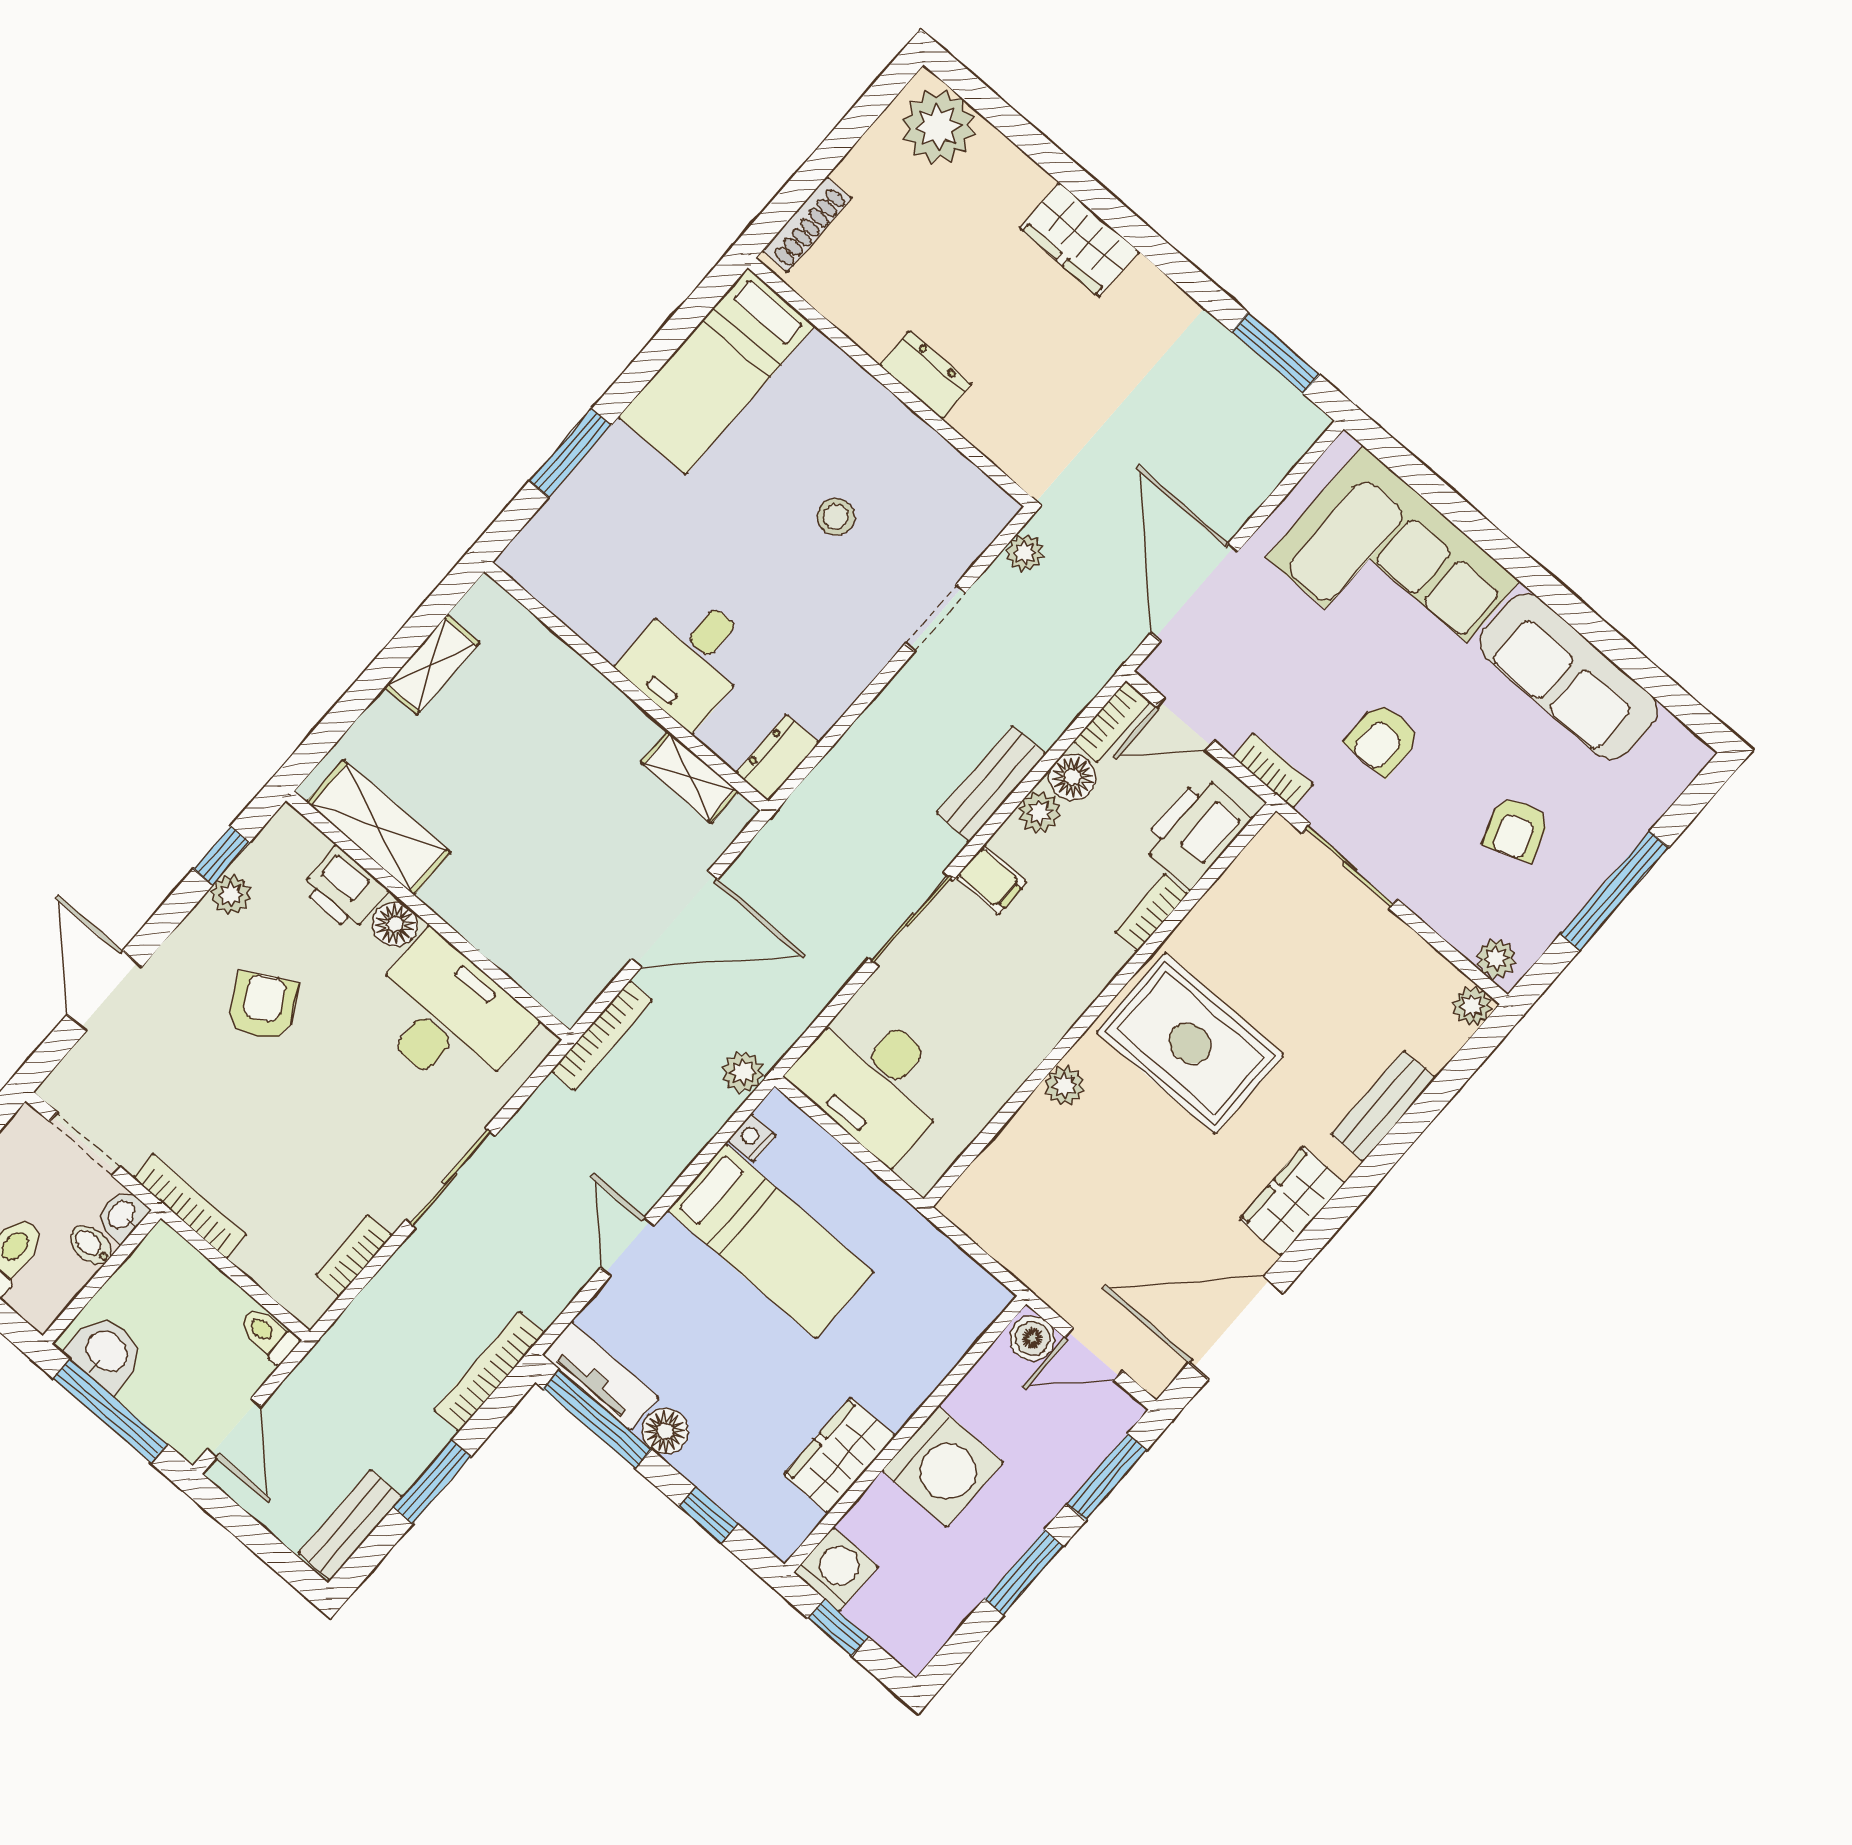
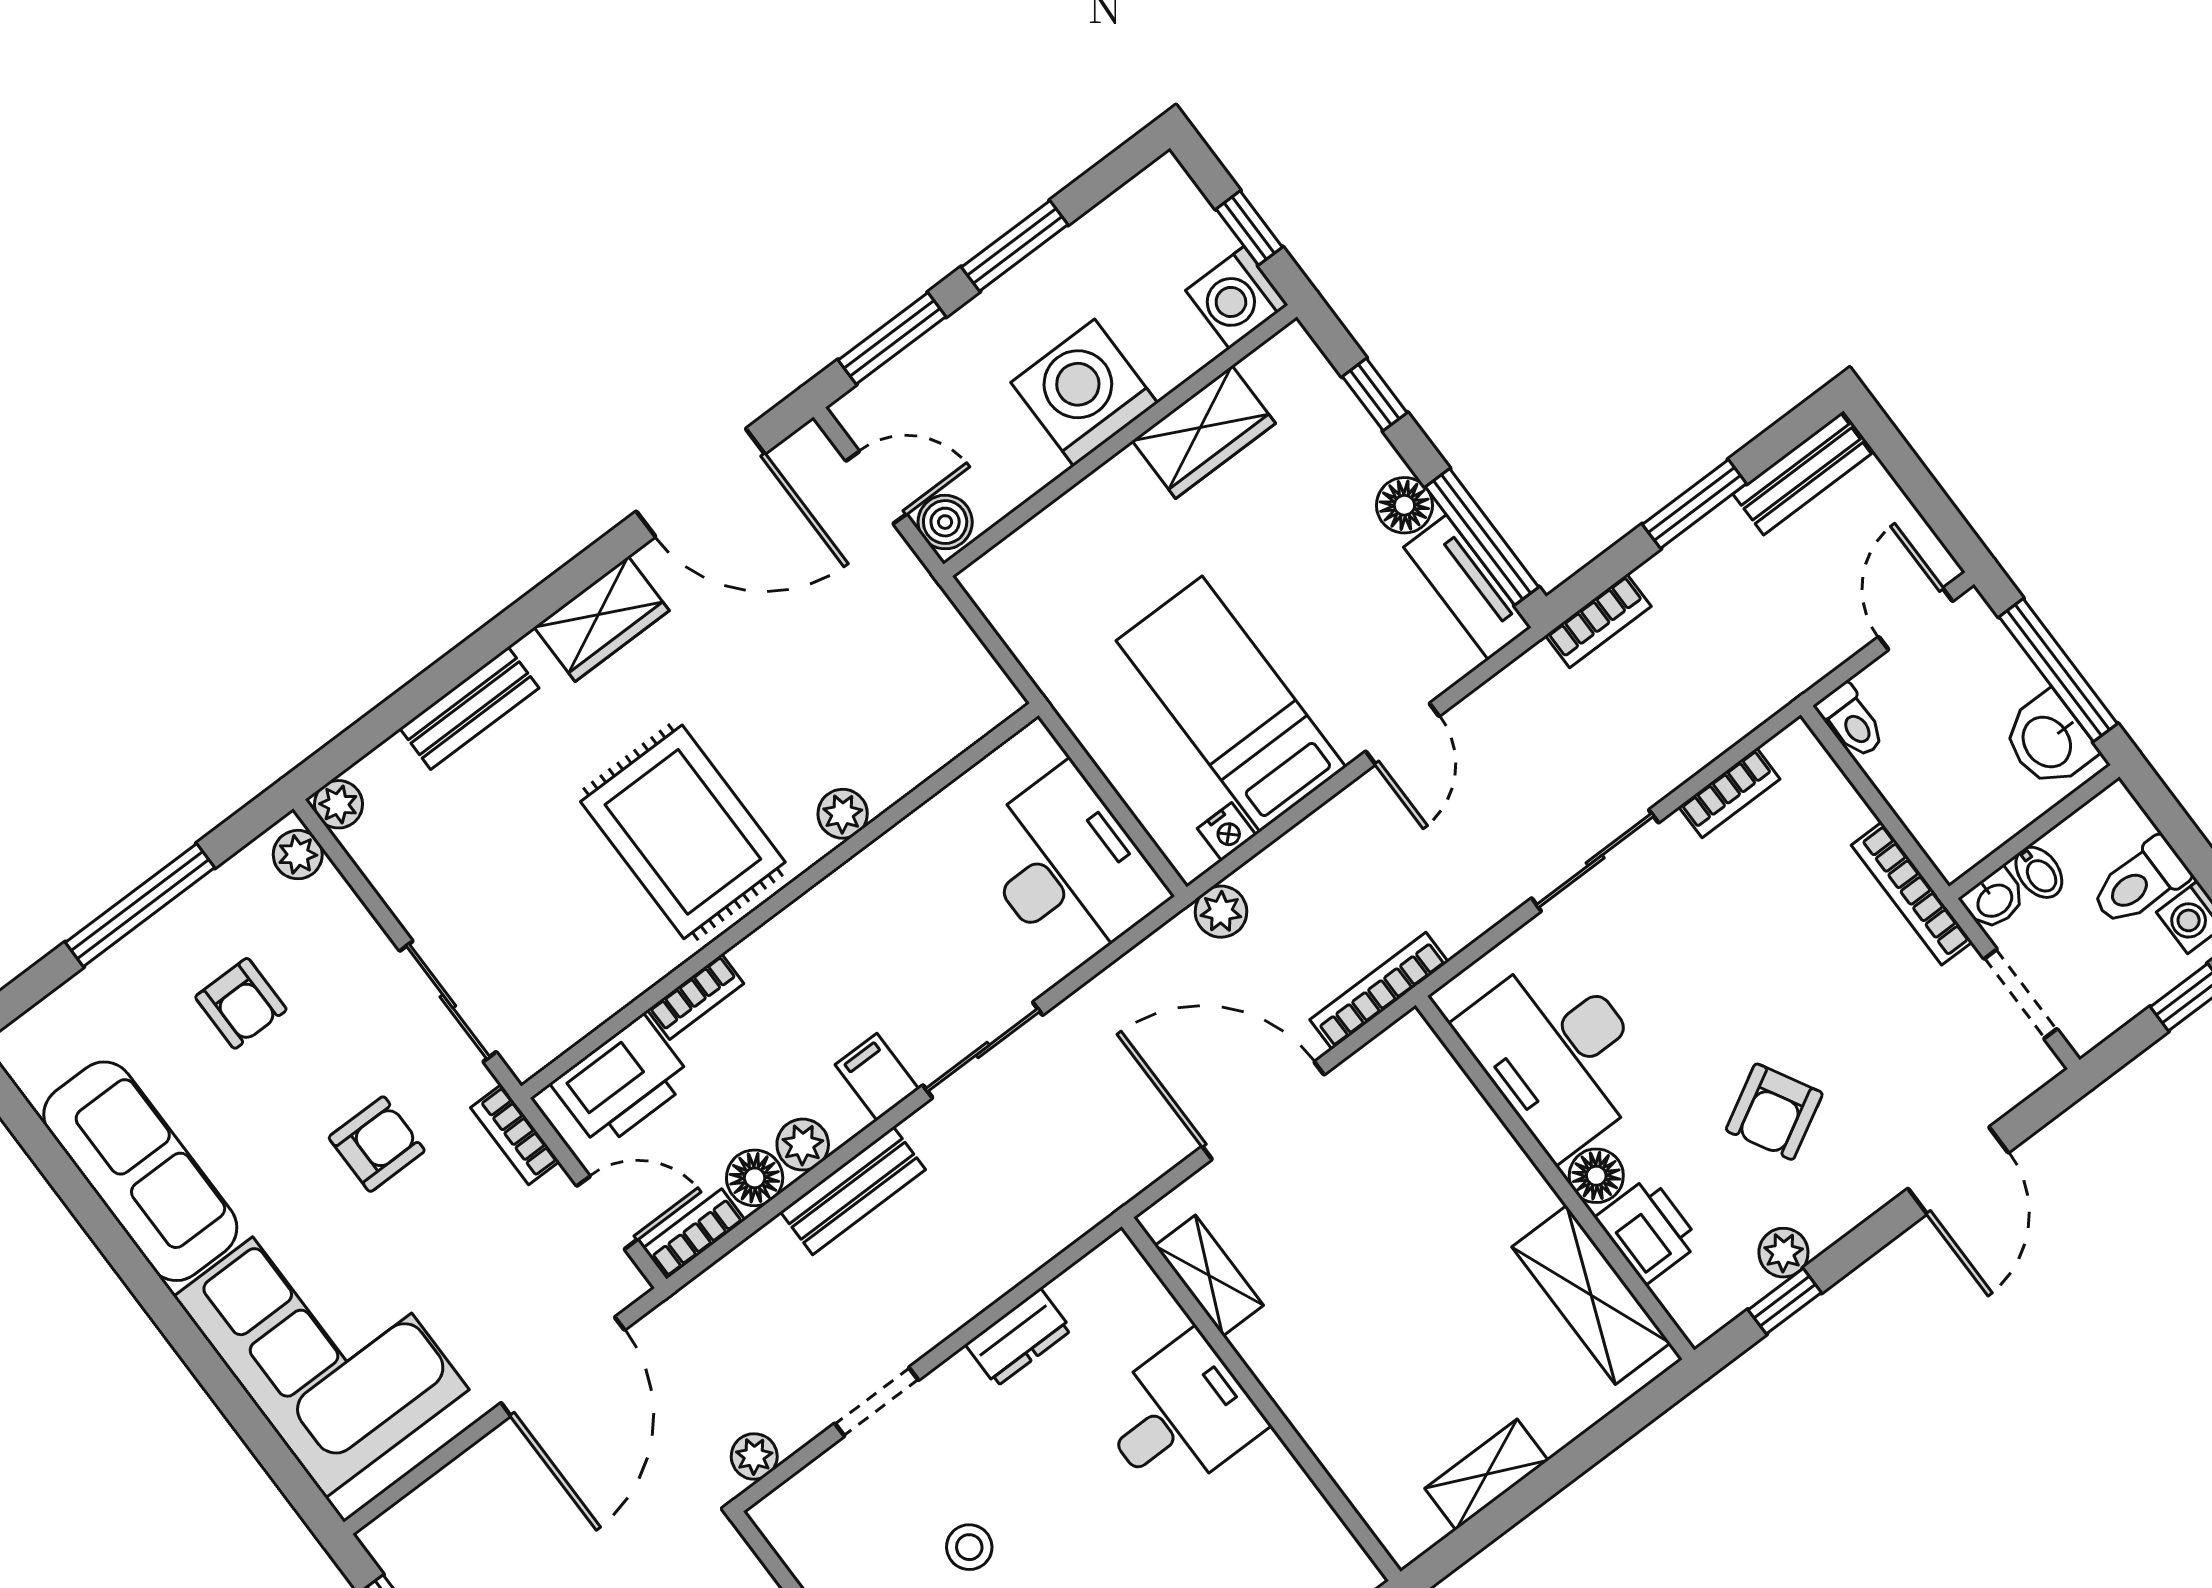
dresser: (778, 758) -> (1018, 1337), moved
armchair: (1516, 829) -> (241, 1003), turned 110
bookcase: (489, 1371) -> (1598, 621), width x0.64

